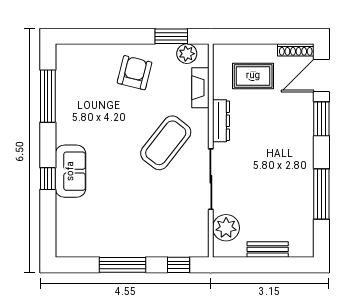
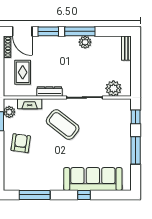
armchair: (135, 73) -> (21, 143), turned 84
sofa: (71, 171) -> (93, 179), width x1.85, depth x1.27
plant: (303, 180) -> (85, 42), added
window: (321, 194) -> (80, 31), moved
bench: (268, 249) -> (126, 48), moved

